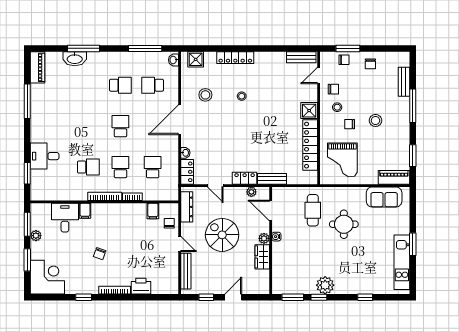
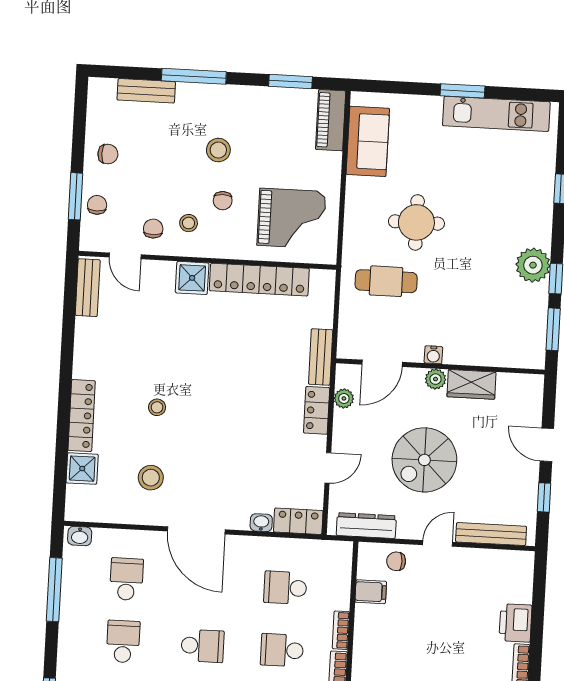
shower: (196, 59) -> (82, 469), moved
school desk: (153, 85) -> (126, 579), turned 180
school desk: (120, 126) -> (203, 646), turned 180

